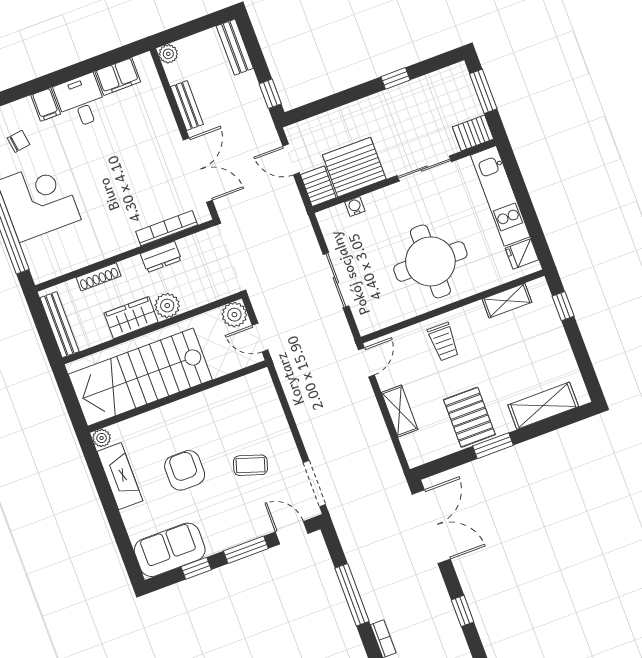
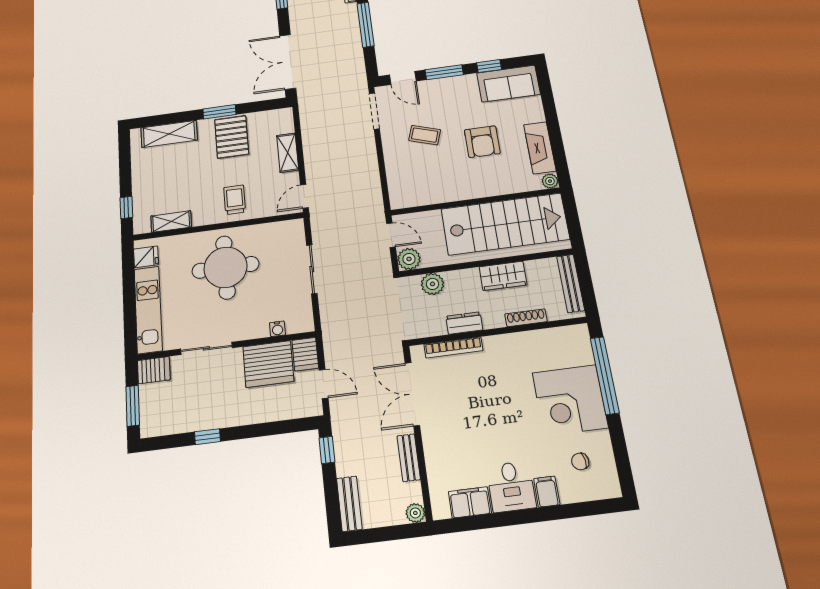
plant: (167, 306) -> (432, 284), moved

